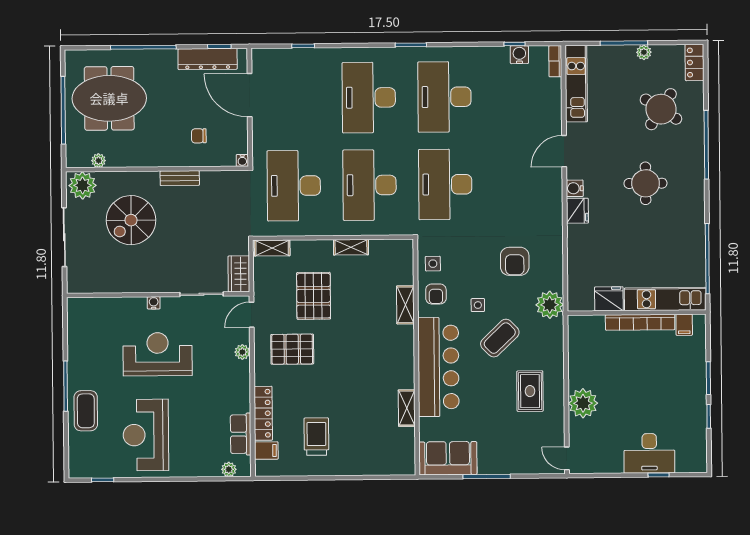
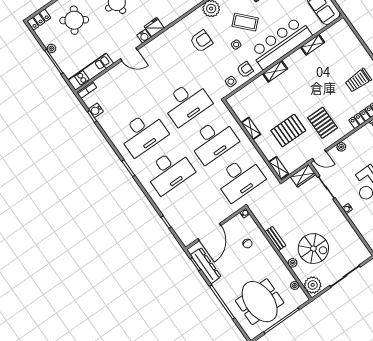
plant: (131, 179) -> (293, 263), added
shelving: (405, 305) -> (275, 71), moved

